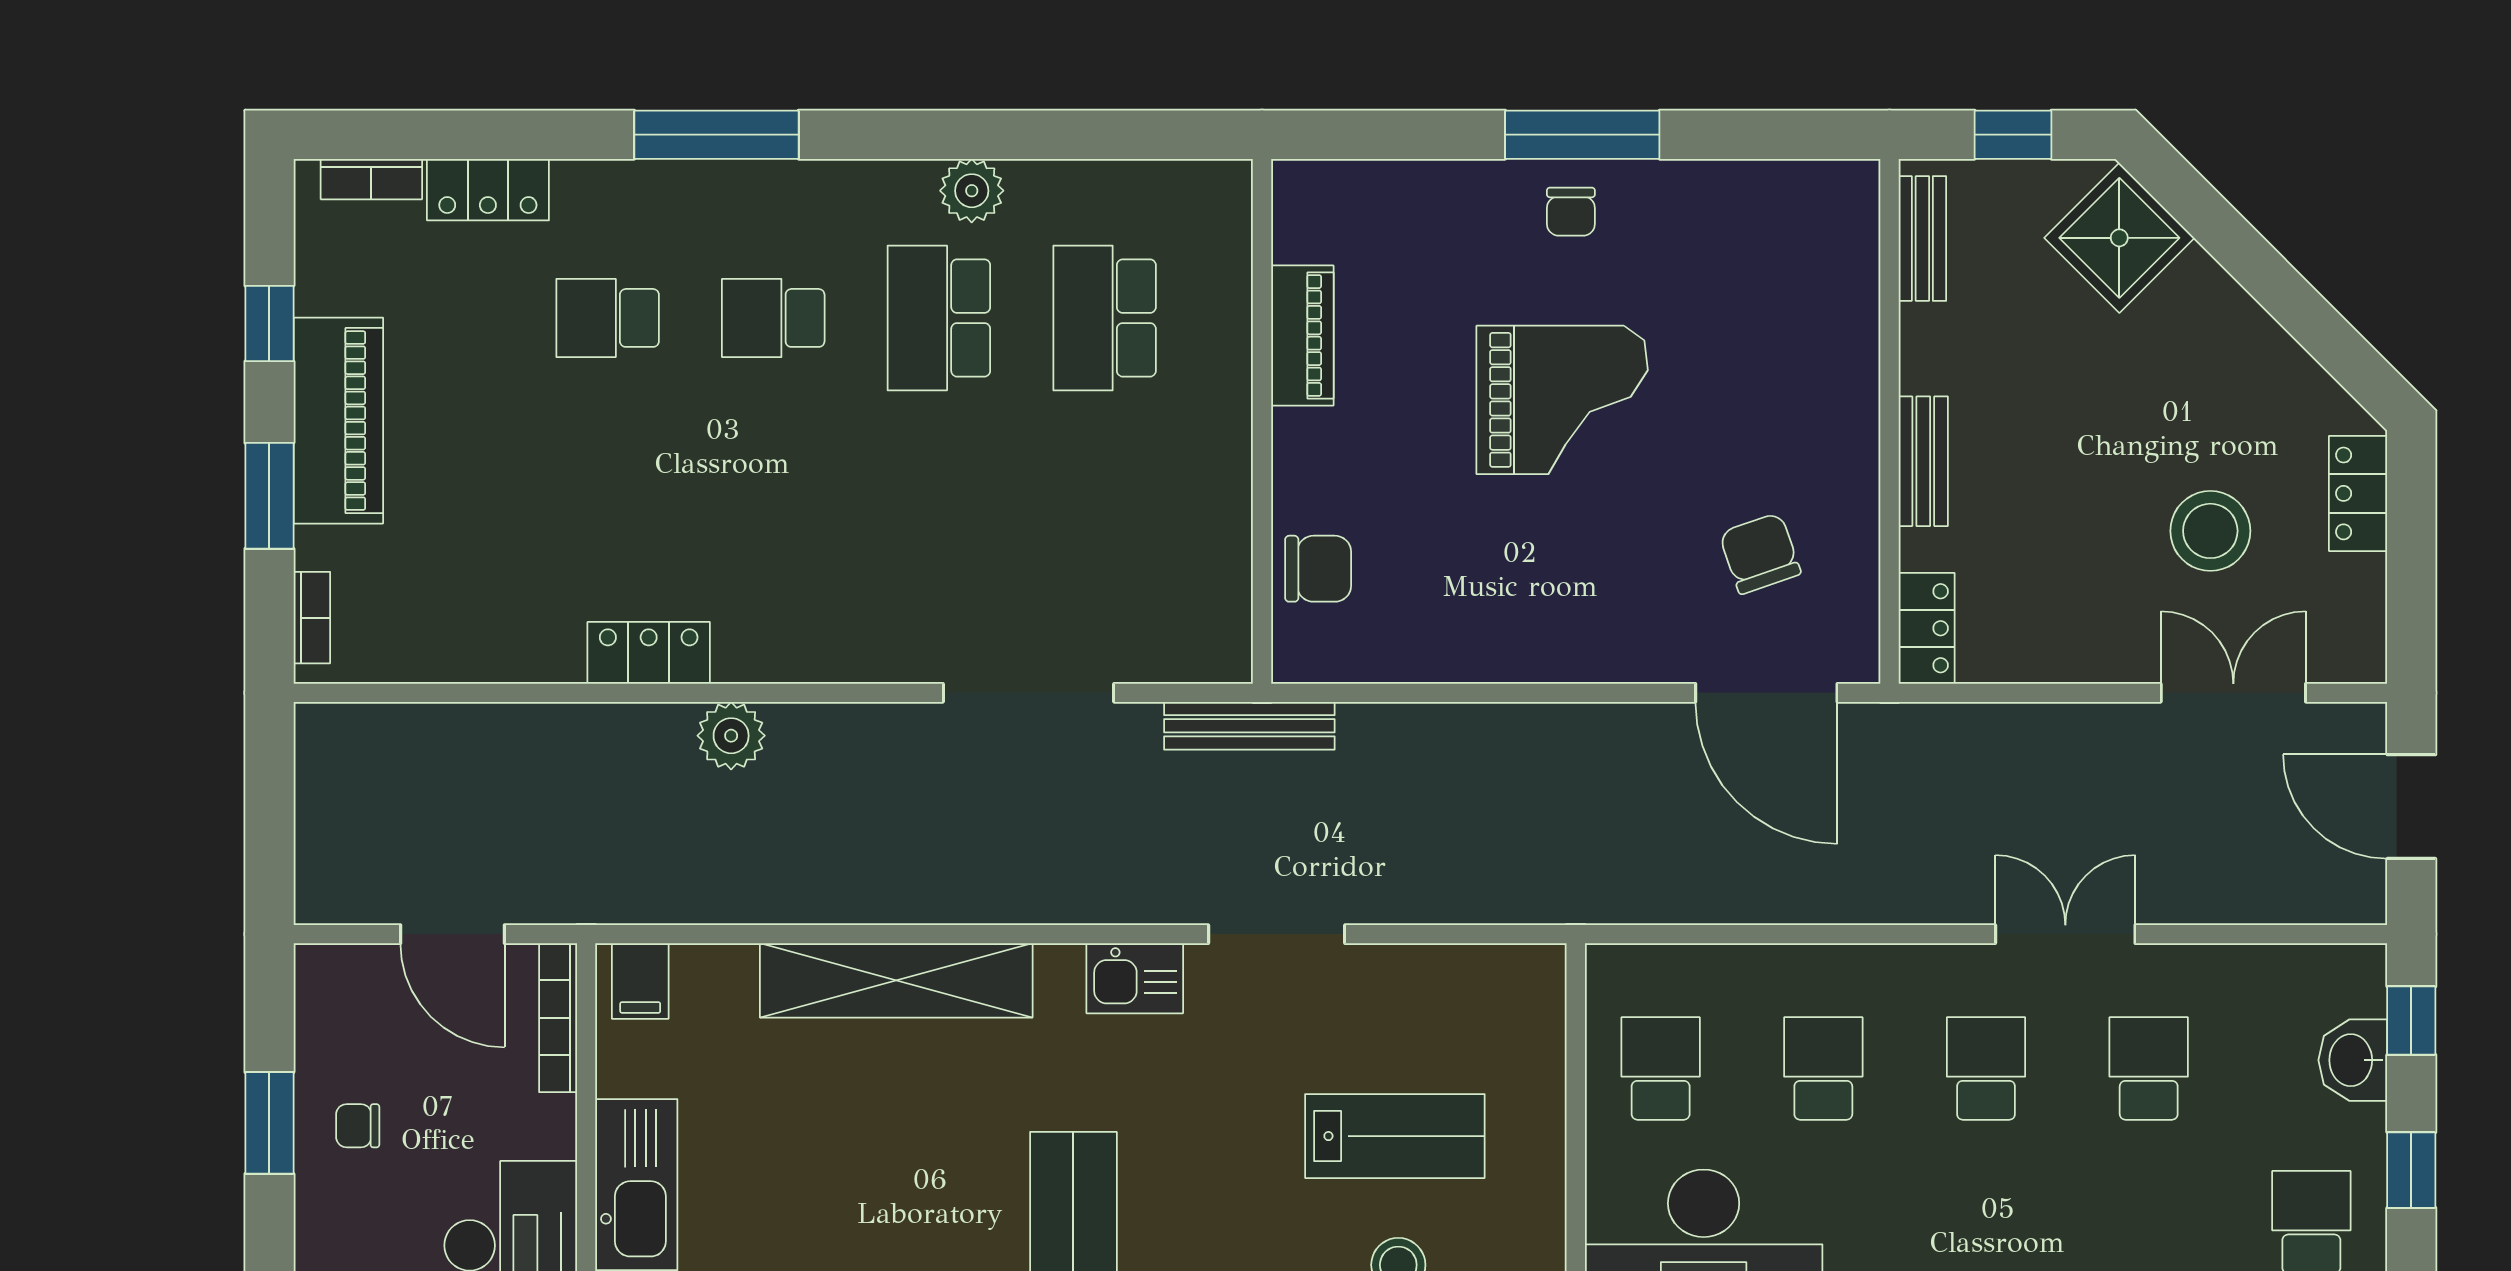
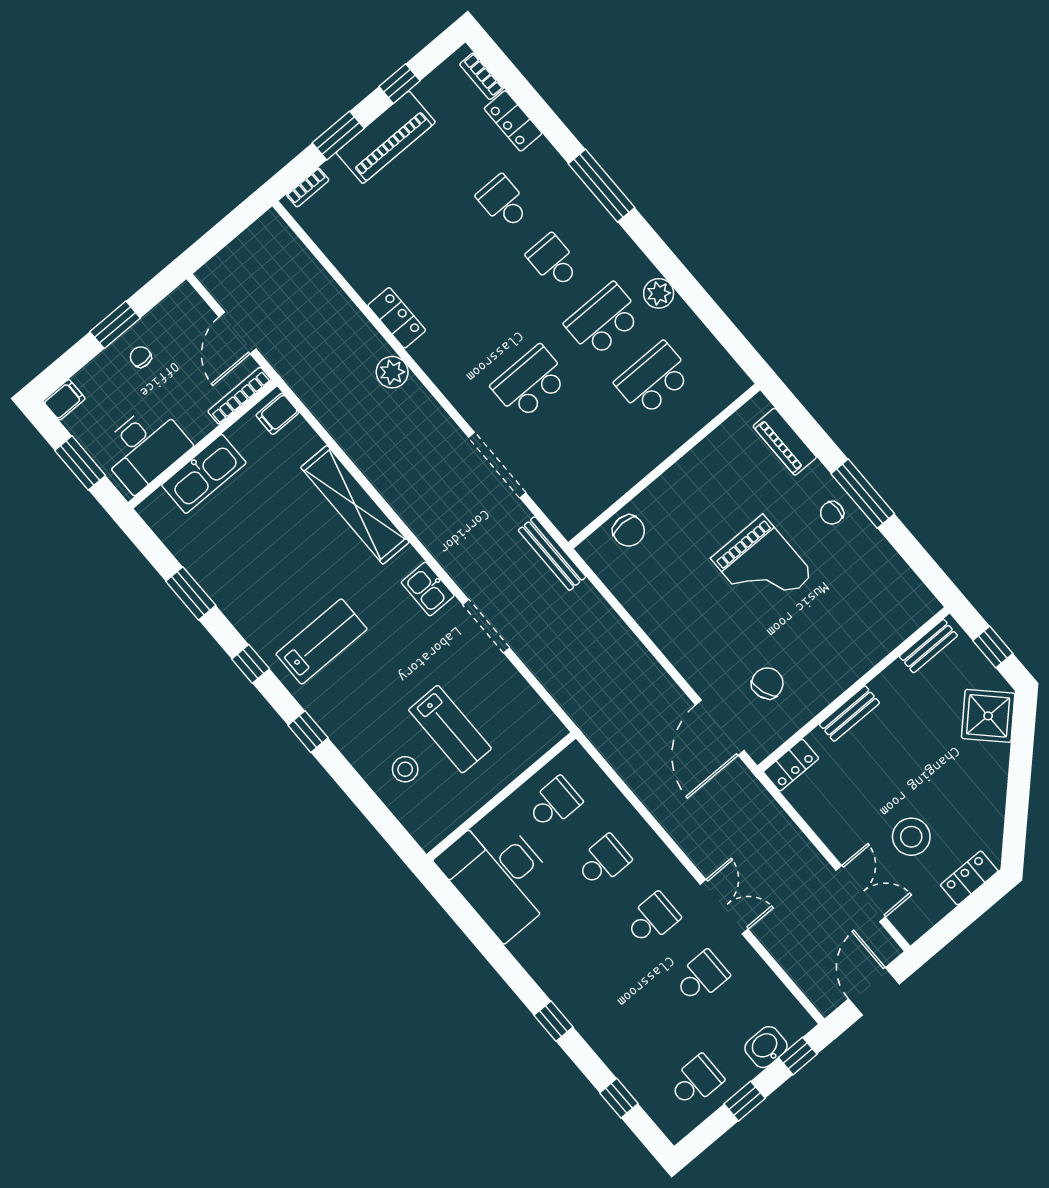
piano: (1302, 335) -> (785, 442), moved, turned 90
school desk: (939, 525) -> (530, 382), added

